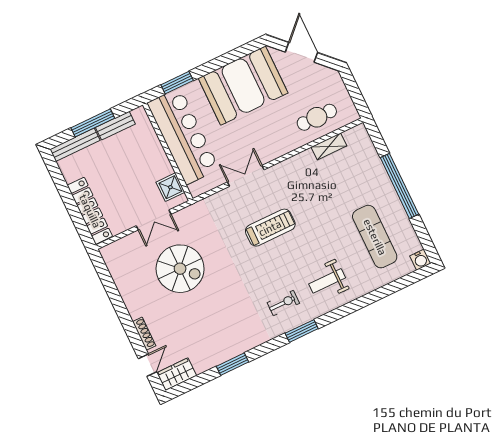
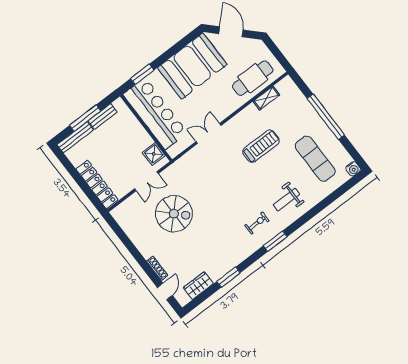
cafe table: (317, 117) -> (253, 78), width x1.37, depth x1.35
treadmill: (270, 228) -> (261, 146), moved
wardrobe: (177, 374) -> (198, 286), moved

